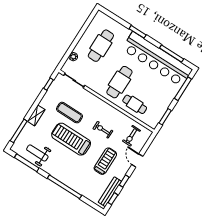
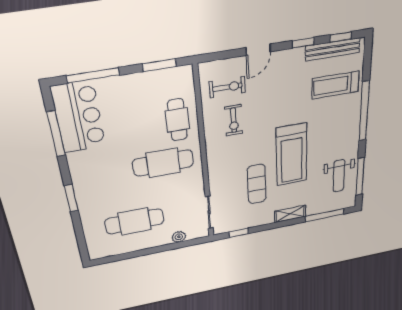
bar counter: (157, 59) -> (78, 117), width x0.54
exercise bike: (103, 130) -> (234, 120), moved
treadmill: (105, 161) -> (335, 85), moved

